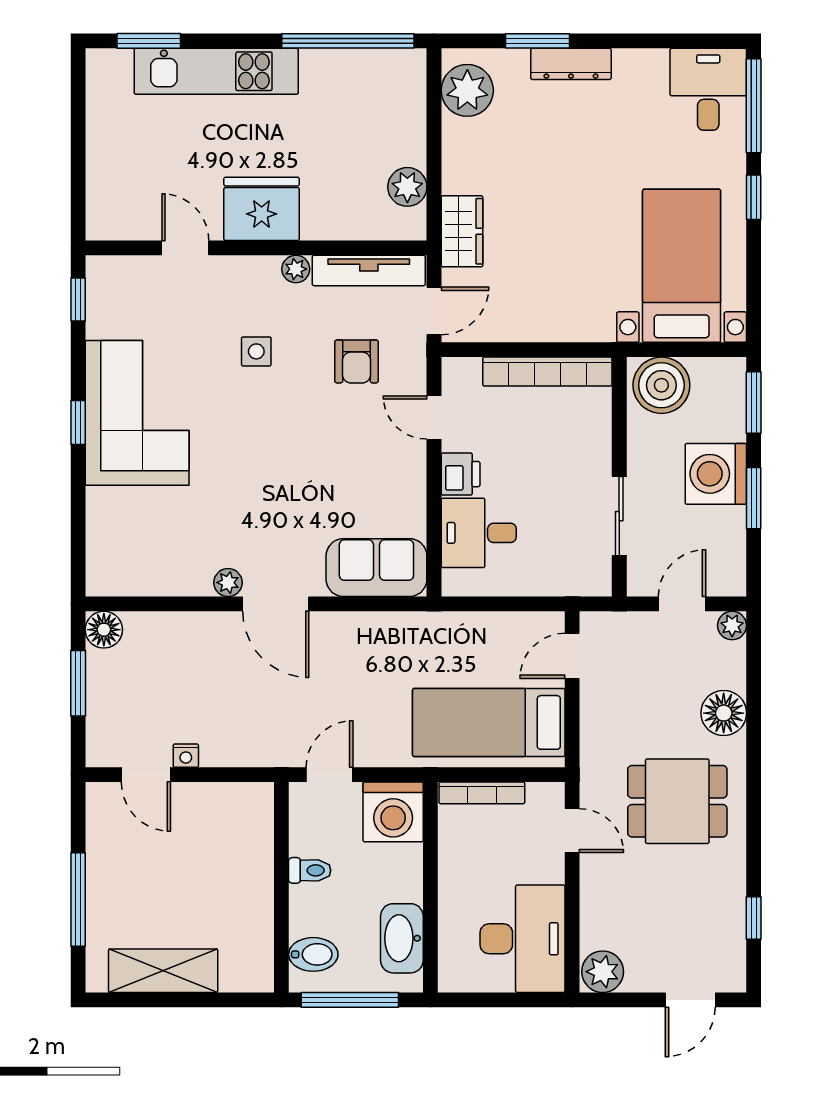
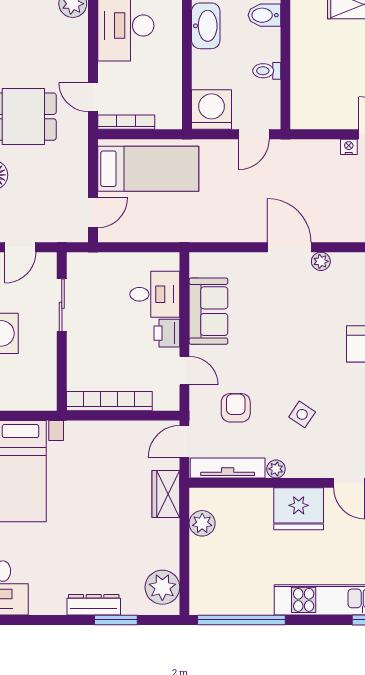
side table: (256, 351) -> (302, 414), turned 34
boiler: (661, 385) -> (34, 392), removed
sofa: (376, 568) -> (208, 311), moved, turned -90
bookcase: (482, 793) -> (126, 122), moved

